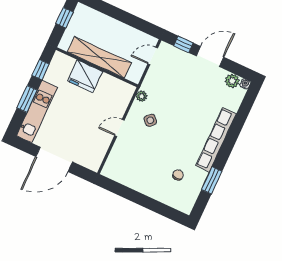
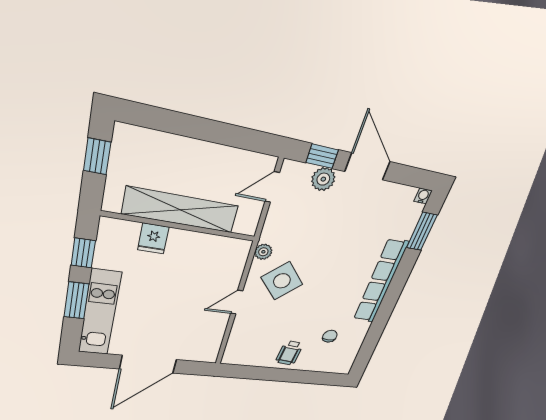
door: (210, 57) -> (367, 167), hinge flipped
fridge: (85, 76) -> (153, 238), width x0.53, depth x0.75
plant: (232, 81) -> (323, 179), moved
side table: (150, 120) -> (282, 281), width x1.87, depth x1.87
window: (212, 180) -> (422, 231), moved
wheelchair: (148, 181) -> (289, 353), added

